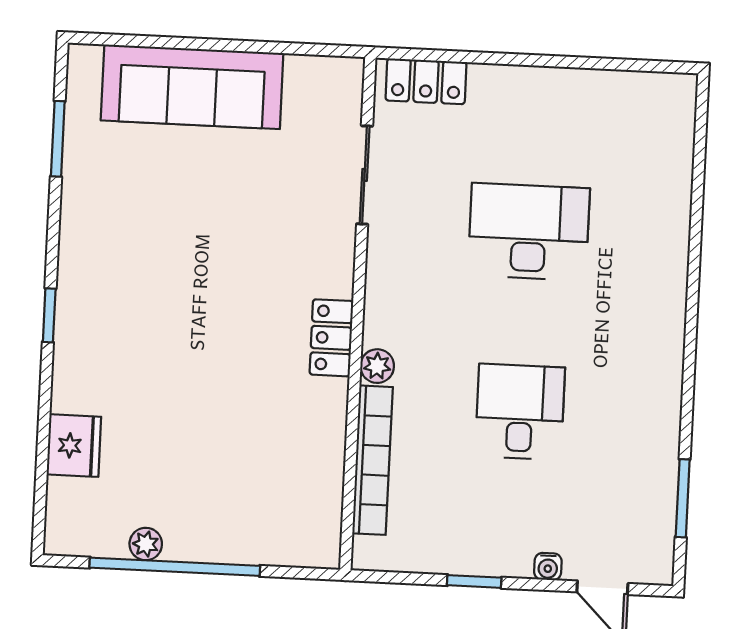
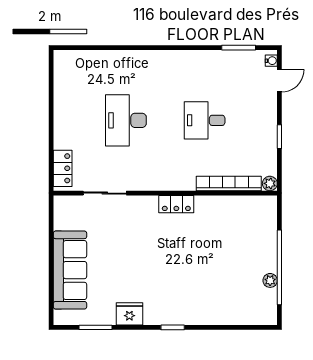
plant: (377, 366) -> (270, 183), moved
fridge: (74, 446) -> (129, 314), moved
water cooler: (548, 566) -> (271, 61), moved

